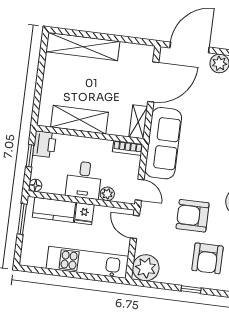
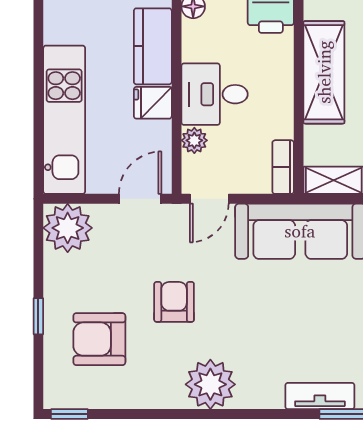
armchair: (193, 216) -> (174, 302), width x0.72, depth x0.72

